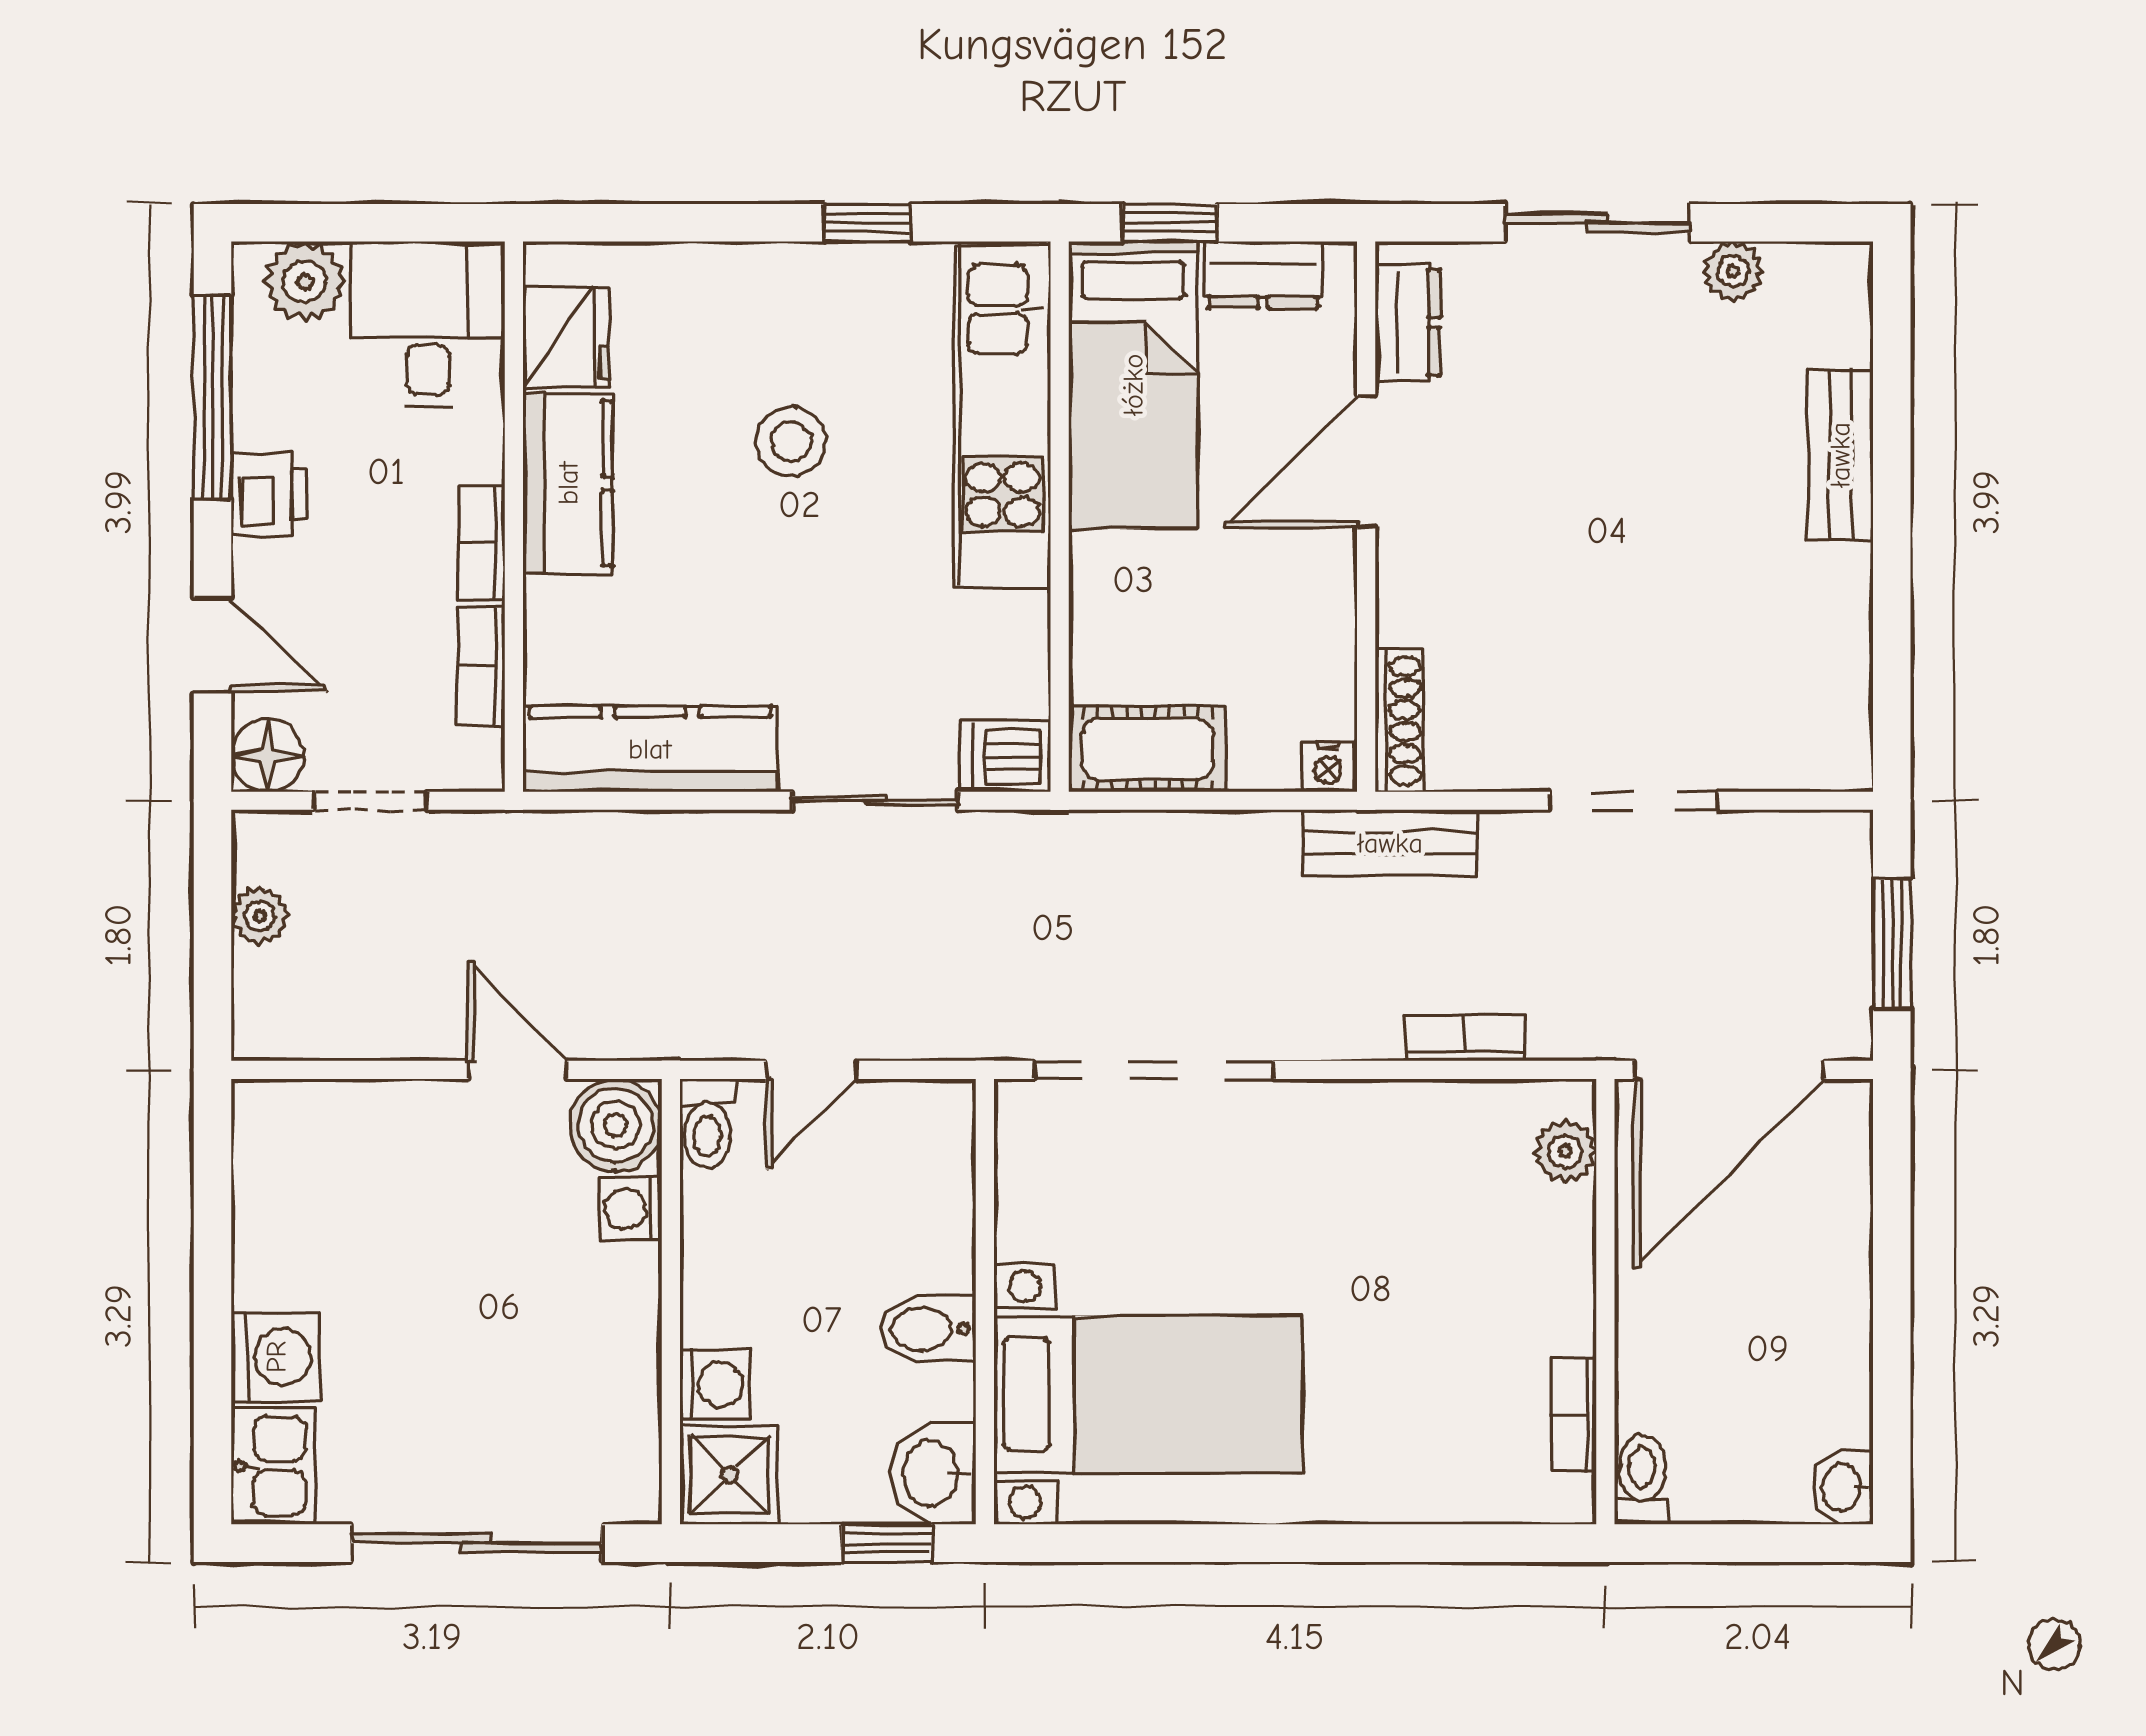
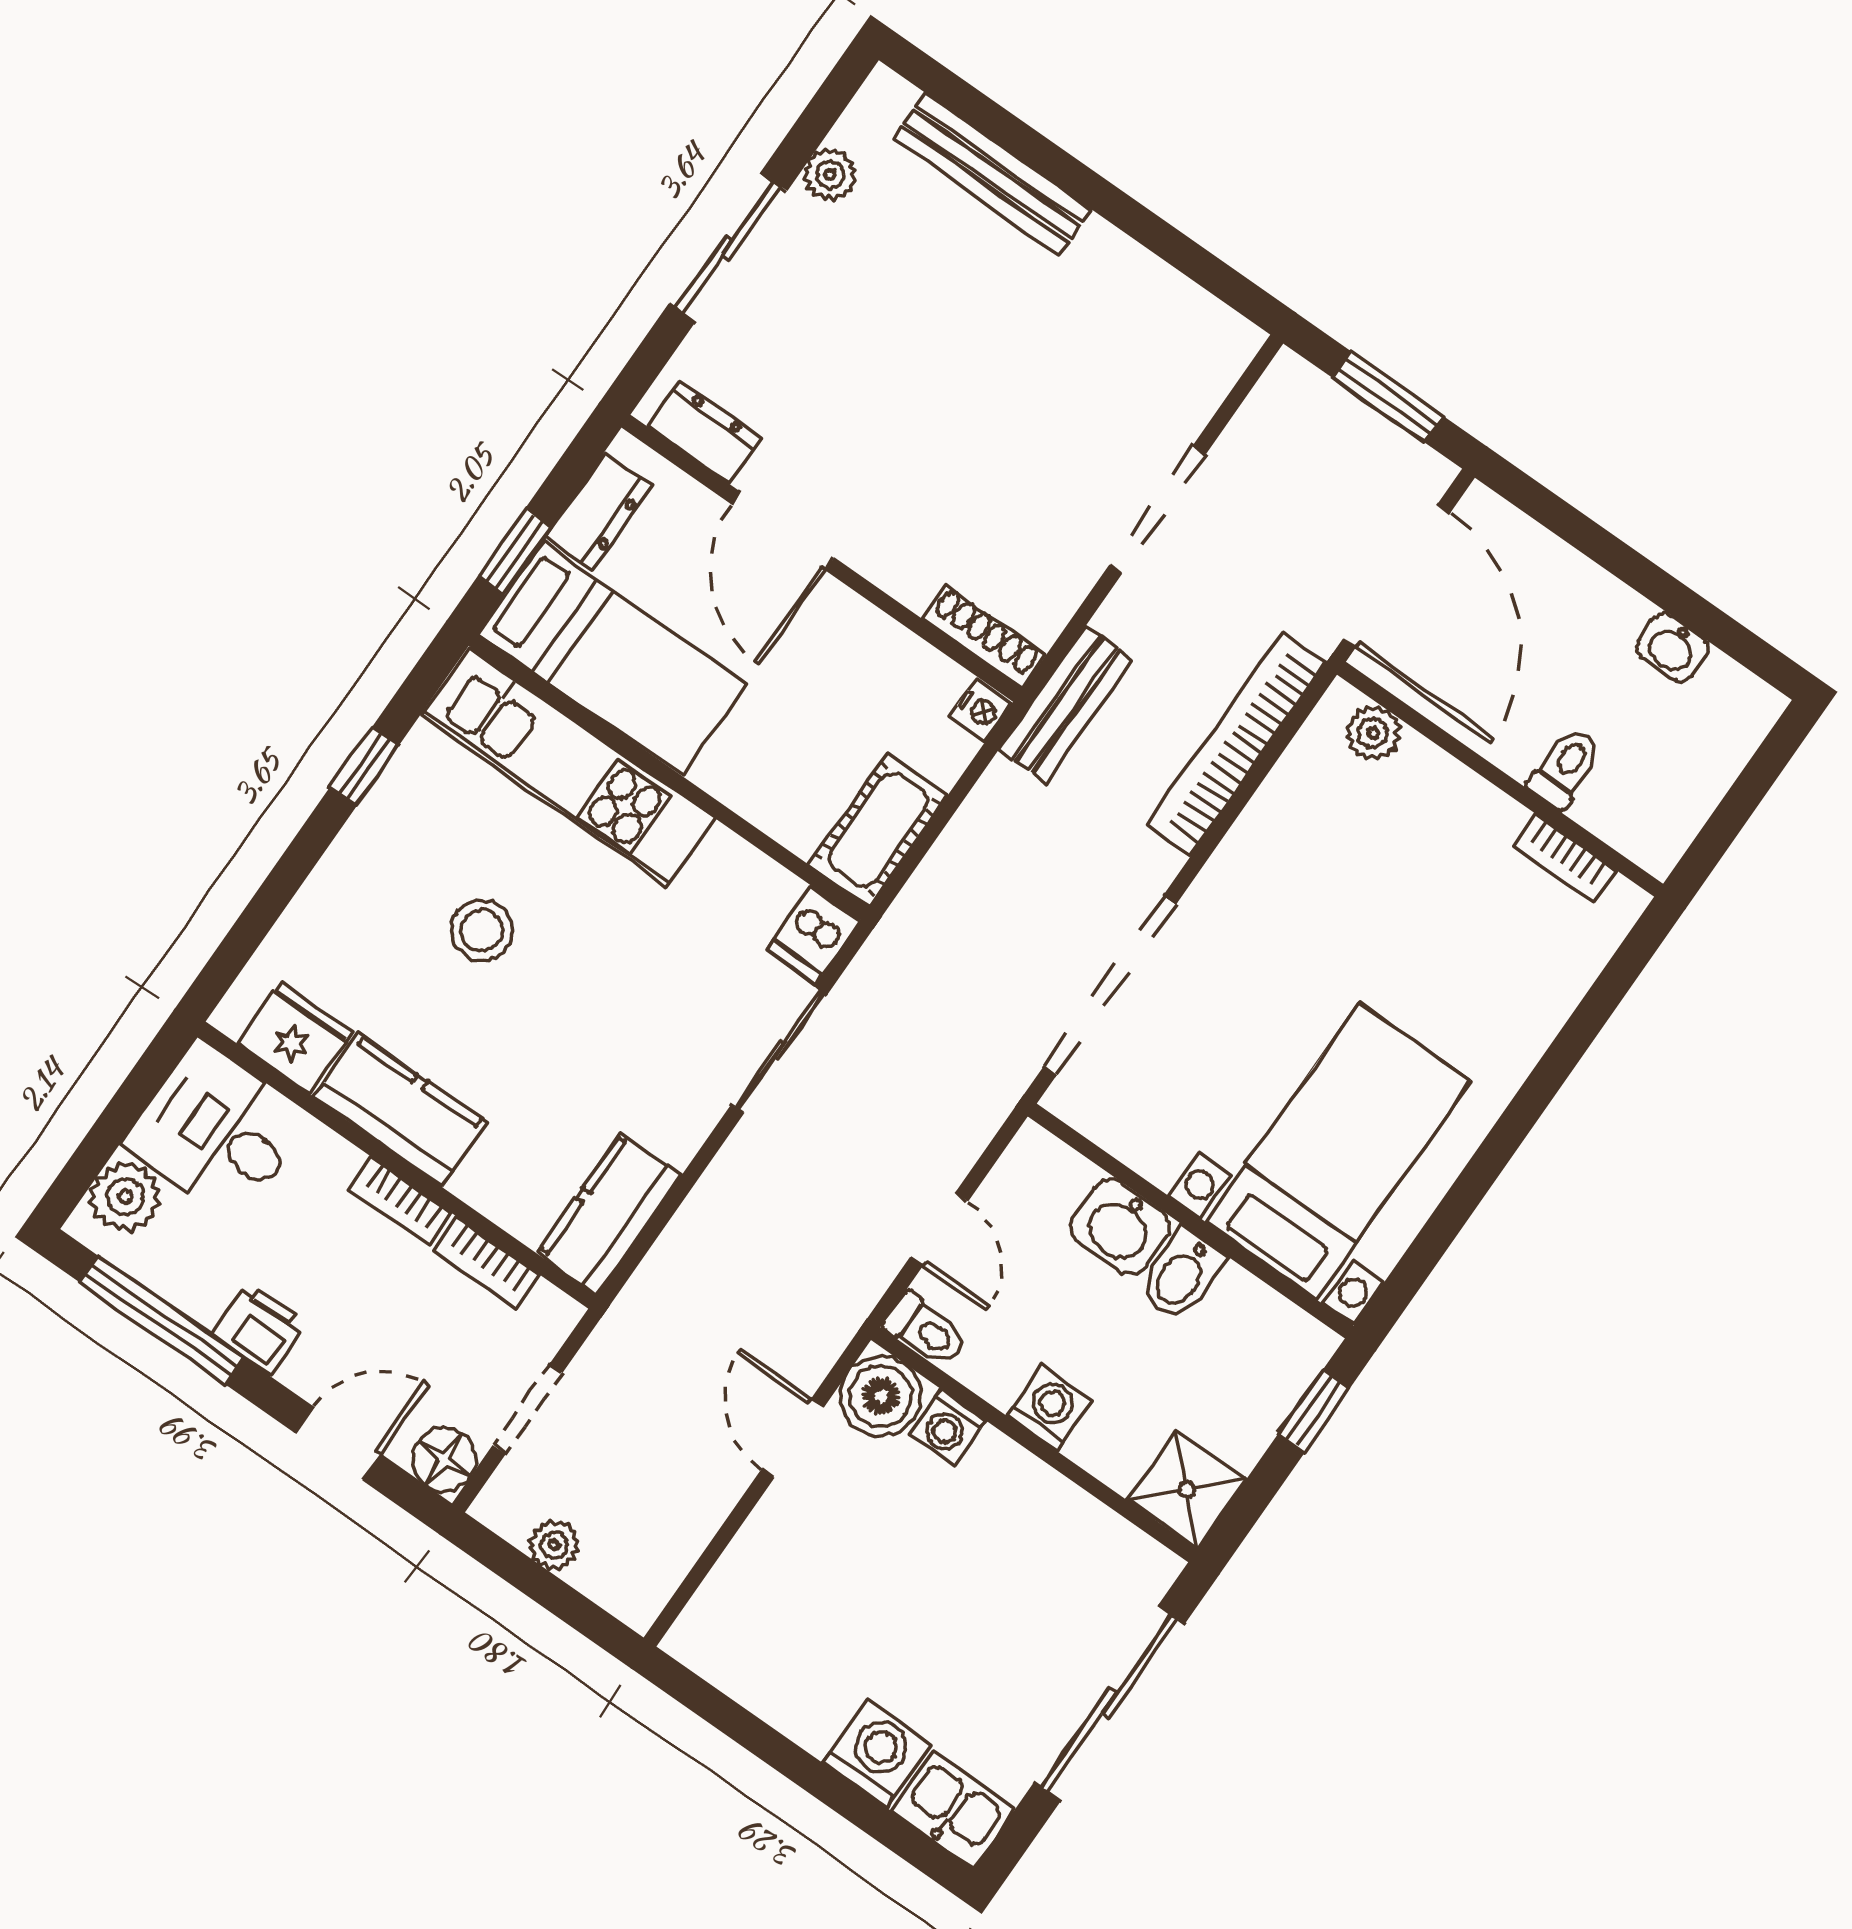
bench: (1840, 455) -> (992, 174), width x1.36
kitchen counter: (650, 749) -> (609, 1214), width x0.67
bookcase: (1465, 1037) -> (1237, 744), width x2.31, depth x1.31
door: (518, 1070) -> (793, 1438), hinge flipped
washing machine: (715, 1385) -> (1049, 1408), moved
washbasin: (933, 1474) -> (1120, 1227), moved
toilet: (1642, 1480) -> (1565, 768), moved, turned 90
washbasin: (1843, 1487) -> (1672, 648), moved

